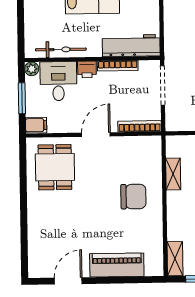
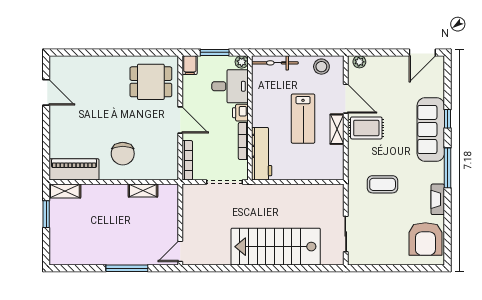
bicycle: (61, 49) -> (275, 63), moved, turned 90
piano: (117, 265) -> (74, 169), moved, turned -90

